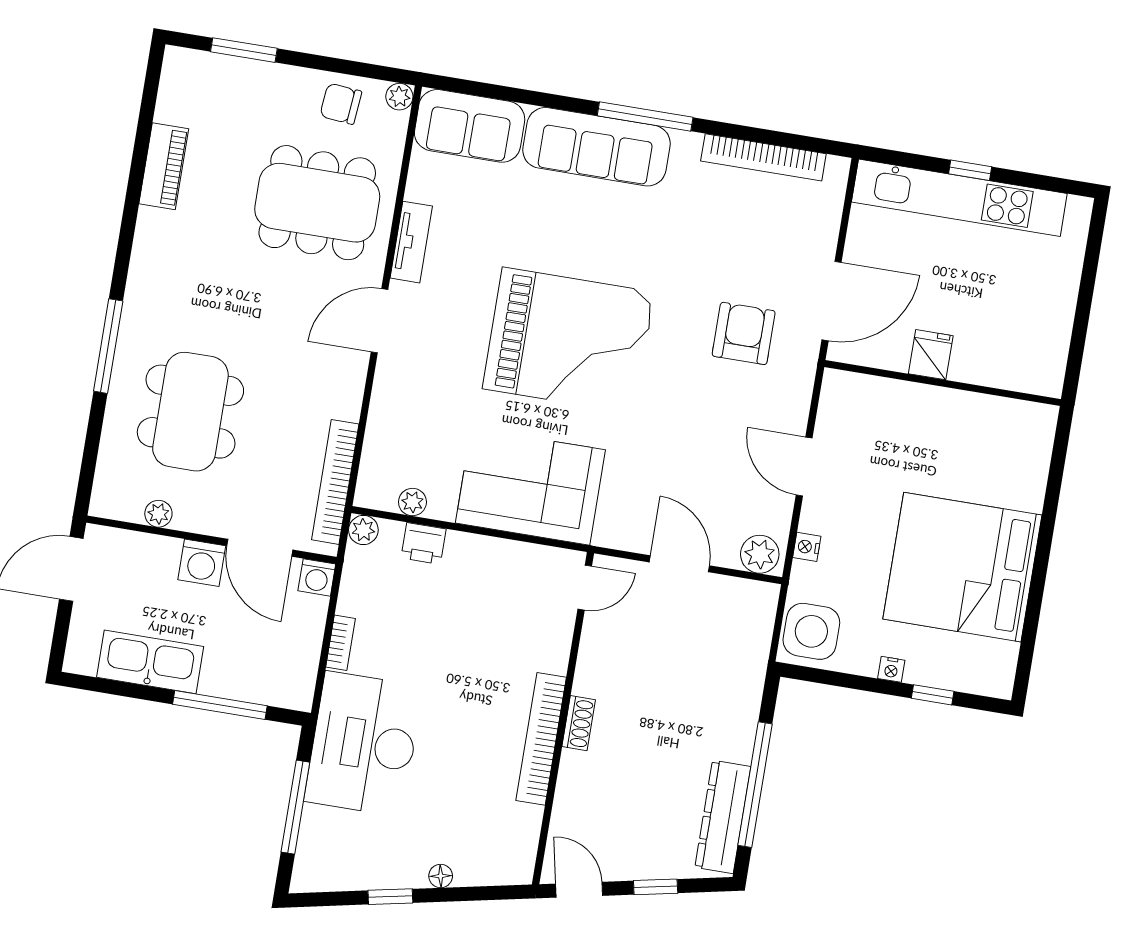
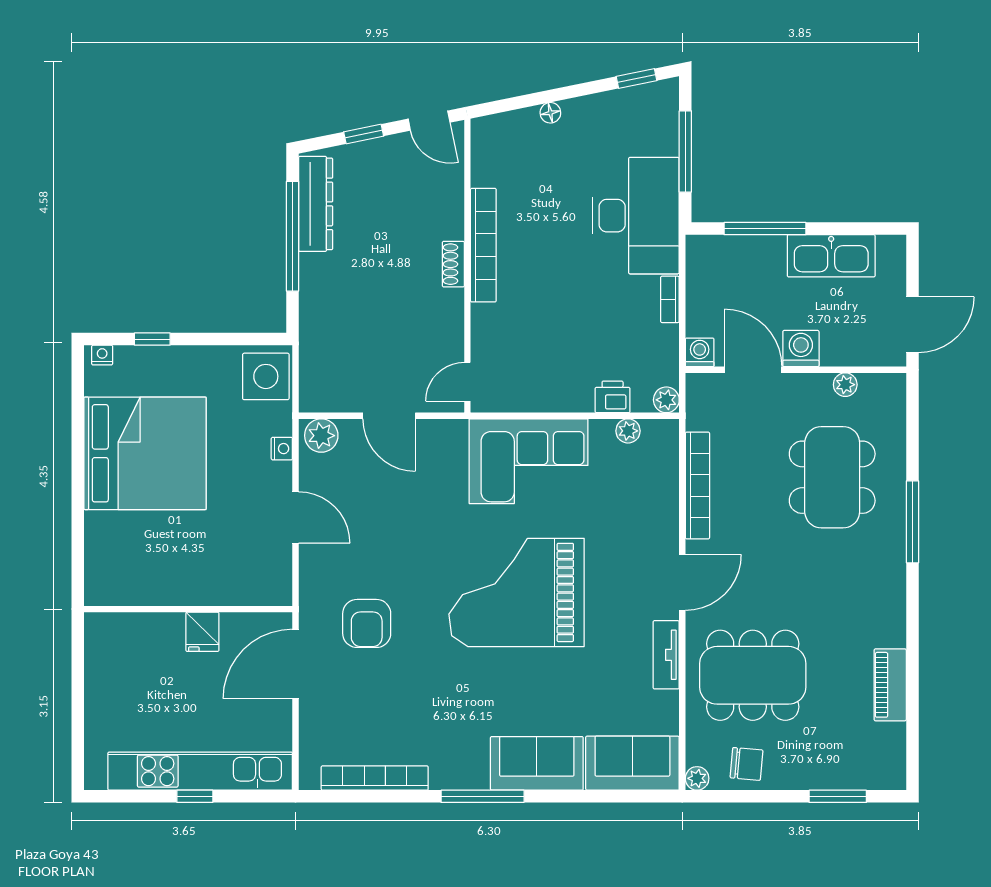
sofa: (596, 147) -> (537, 763), width x0.73
bookcase: (335, 482) -> (697, 486), moved
nightstand: (891, 669) -> (102, 355), moved
window: (390, 897) -> (636, 78), moved

